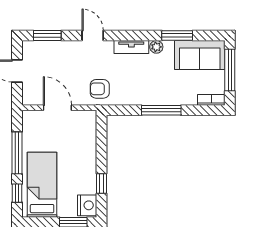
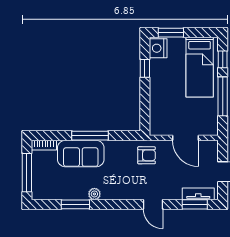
tv unit: (131, 47) -> (198, 194), moved
sofa: (200, 55) -> (81, 154), moved, turned 180

